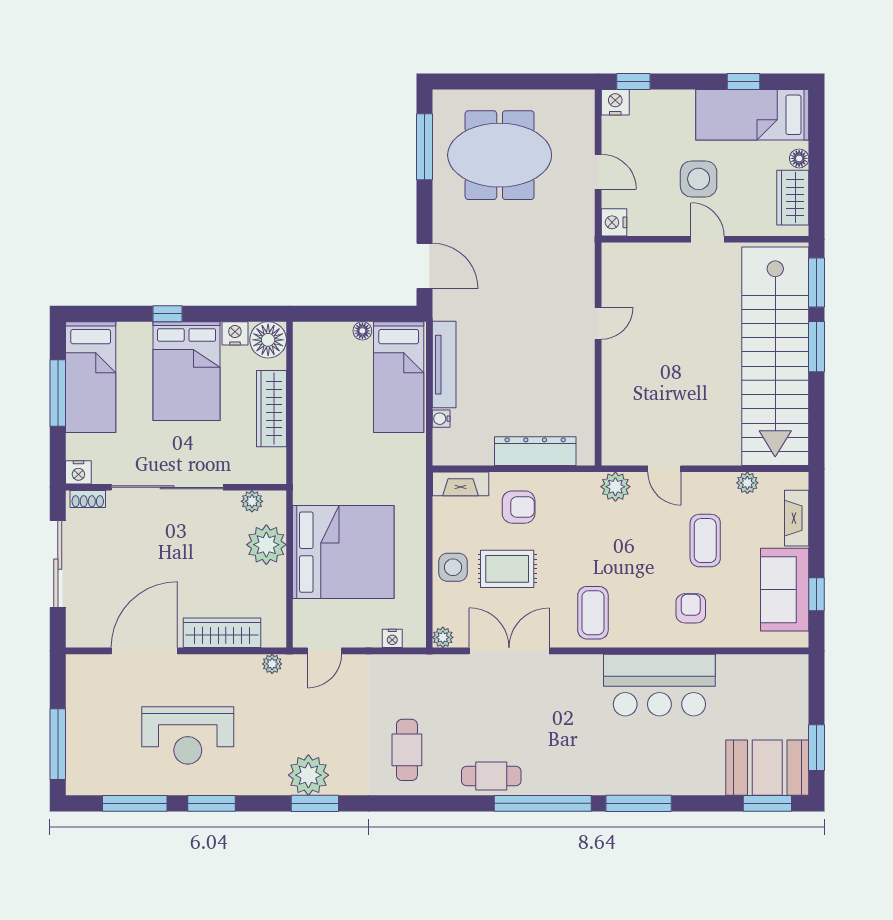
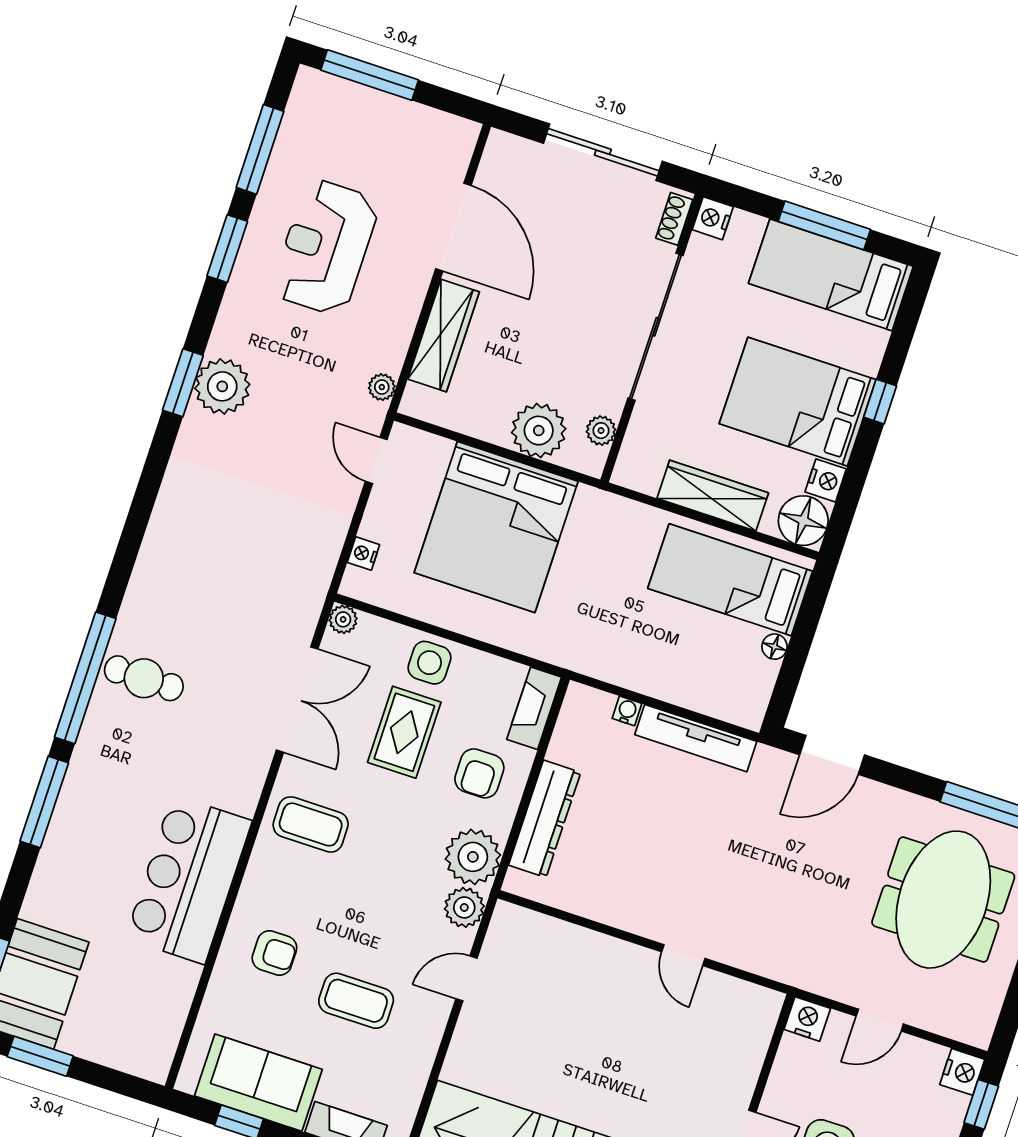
bed: (399, 377) -> (730, 580), moved
plant: (747, 483) -> (473, 857), moved, width x1.88, depth x1.88
cafe table: (407, 750) -> (213, 525), removed
cafe table: (491, 776) -> (144, 678), moved, turned 90

